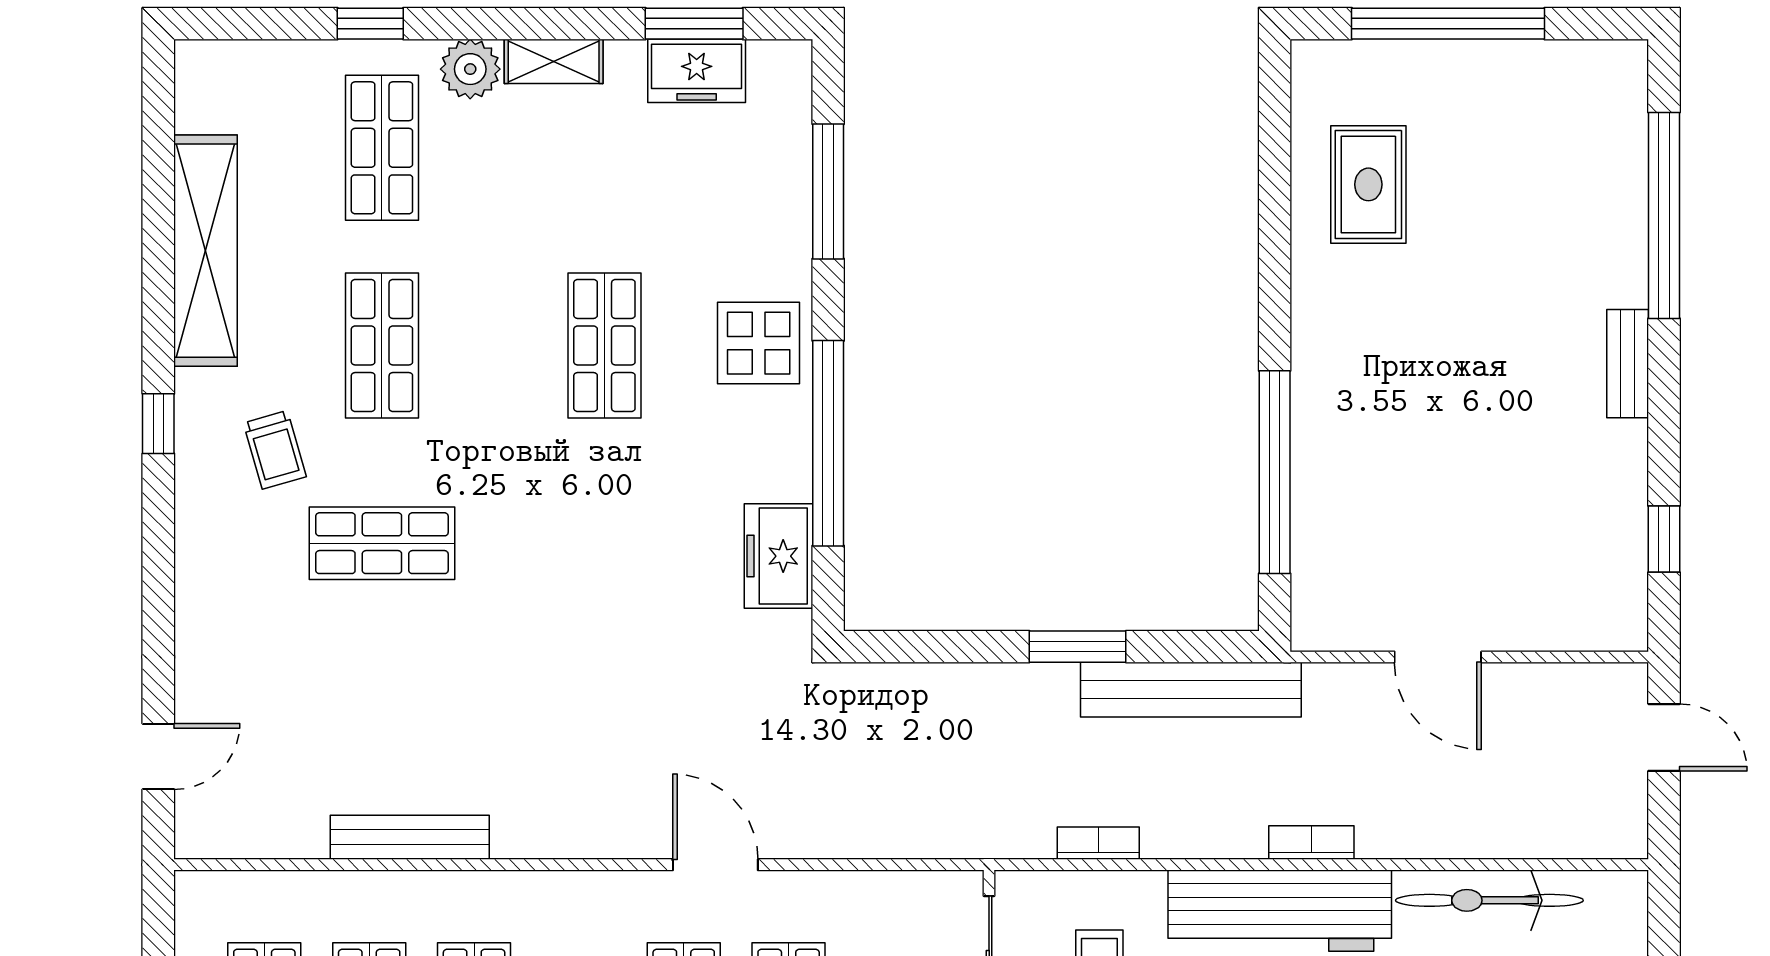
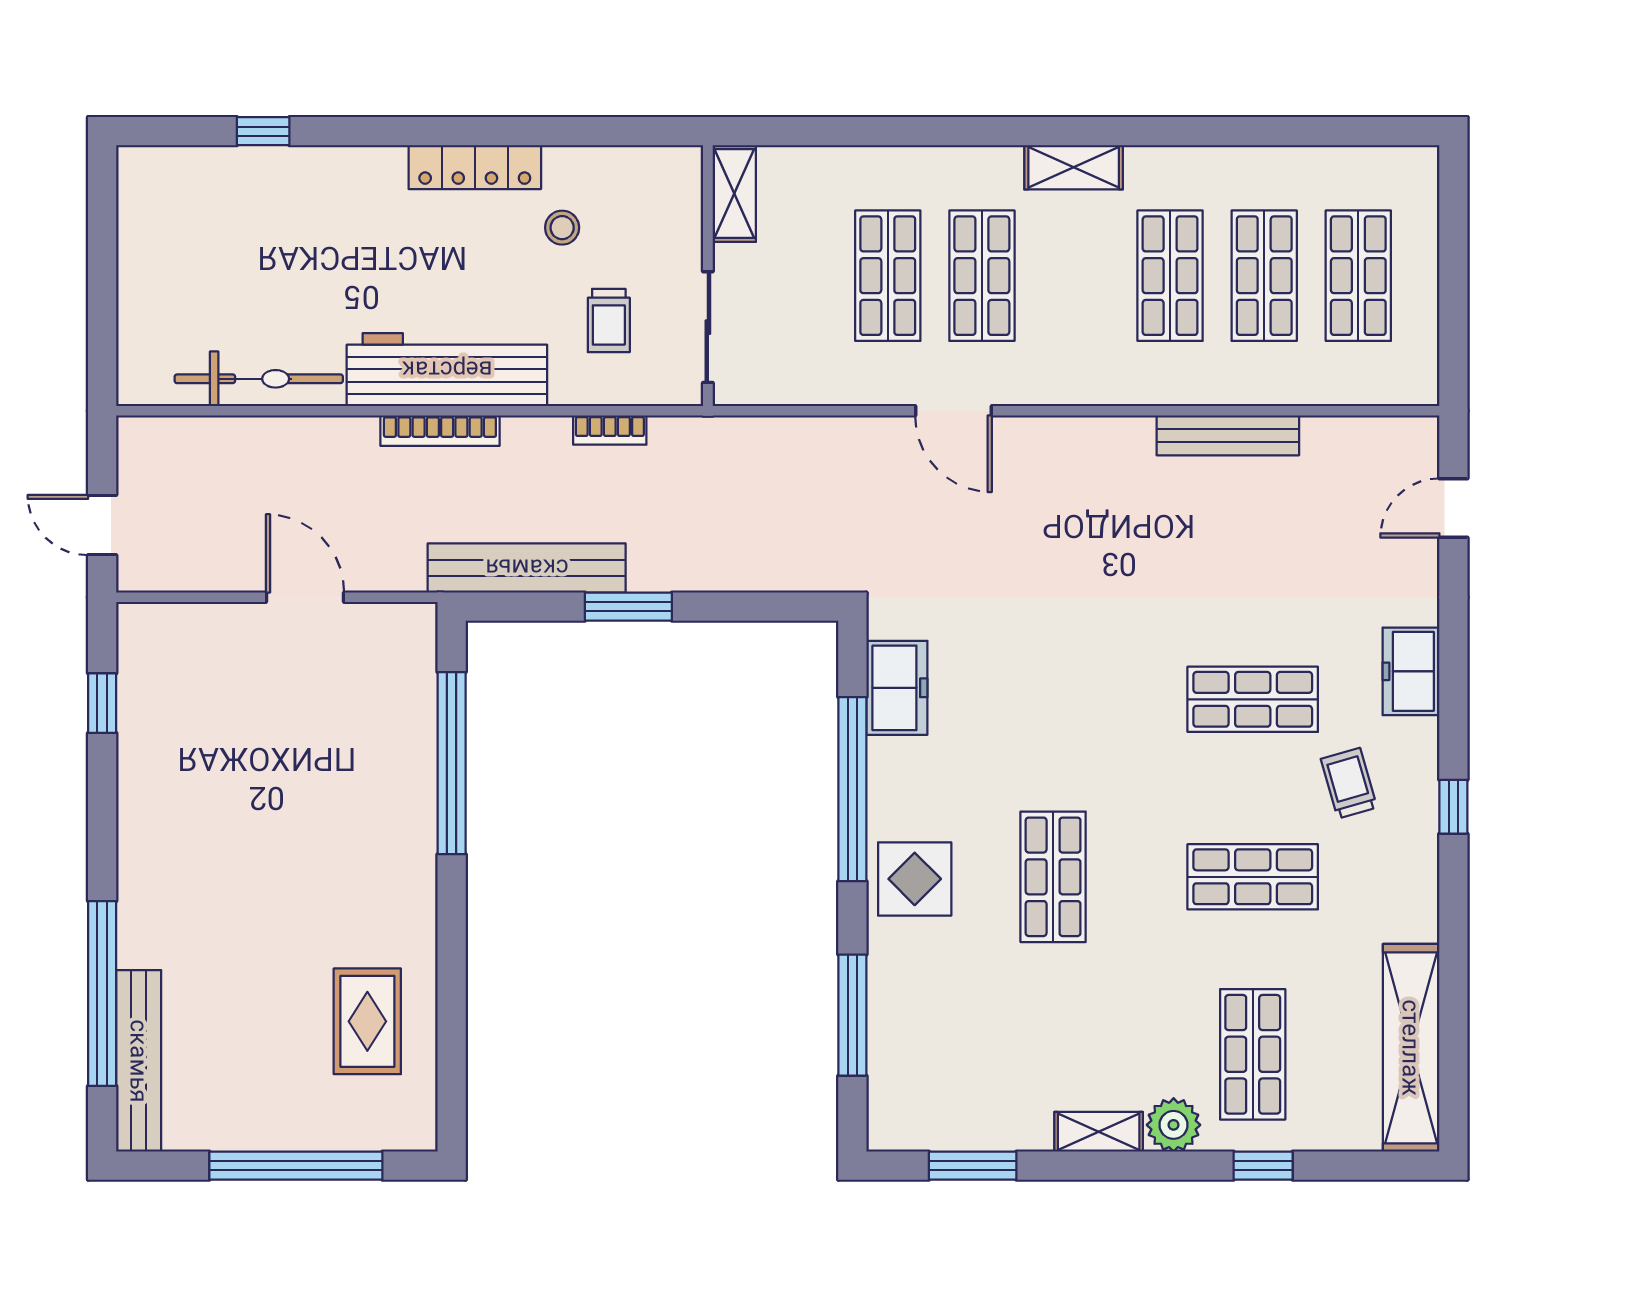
freezer: (697, 71) -> (1411, 671), moved, turned -90
shelving: (205, 251) -> (1411, 1048), moved
shop shelf: (382, 345) -> (1253, 877), turned 90
bench: (1628, 364) -> (139, 1061), moved, width x1.86, depth x1.21
bookcase: (1311, 843) -> (440, 431), width x1.56

